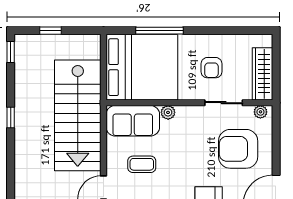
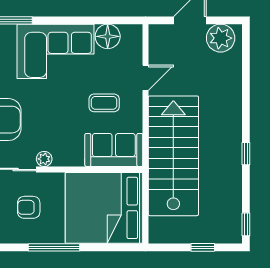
window: (160, 31) -> (54, 247), moved
armchair: (212, 68) -> (29, 207), turned -90
plant: (168, 112) -> (44, 159), moved

